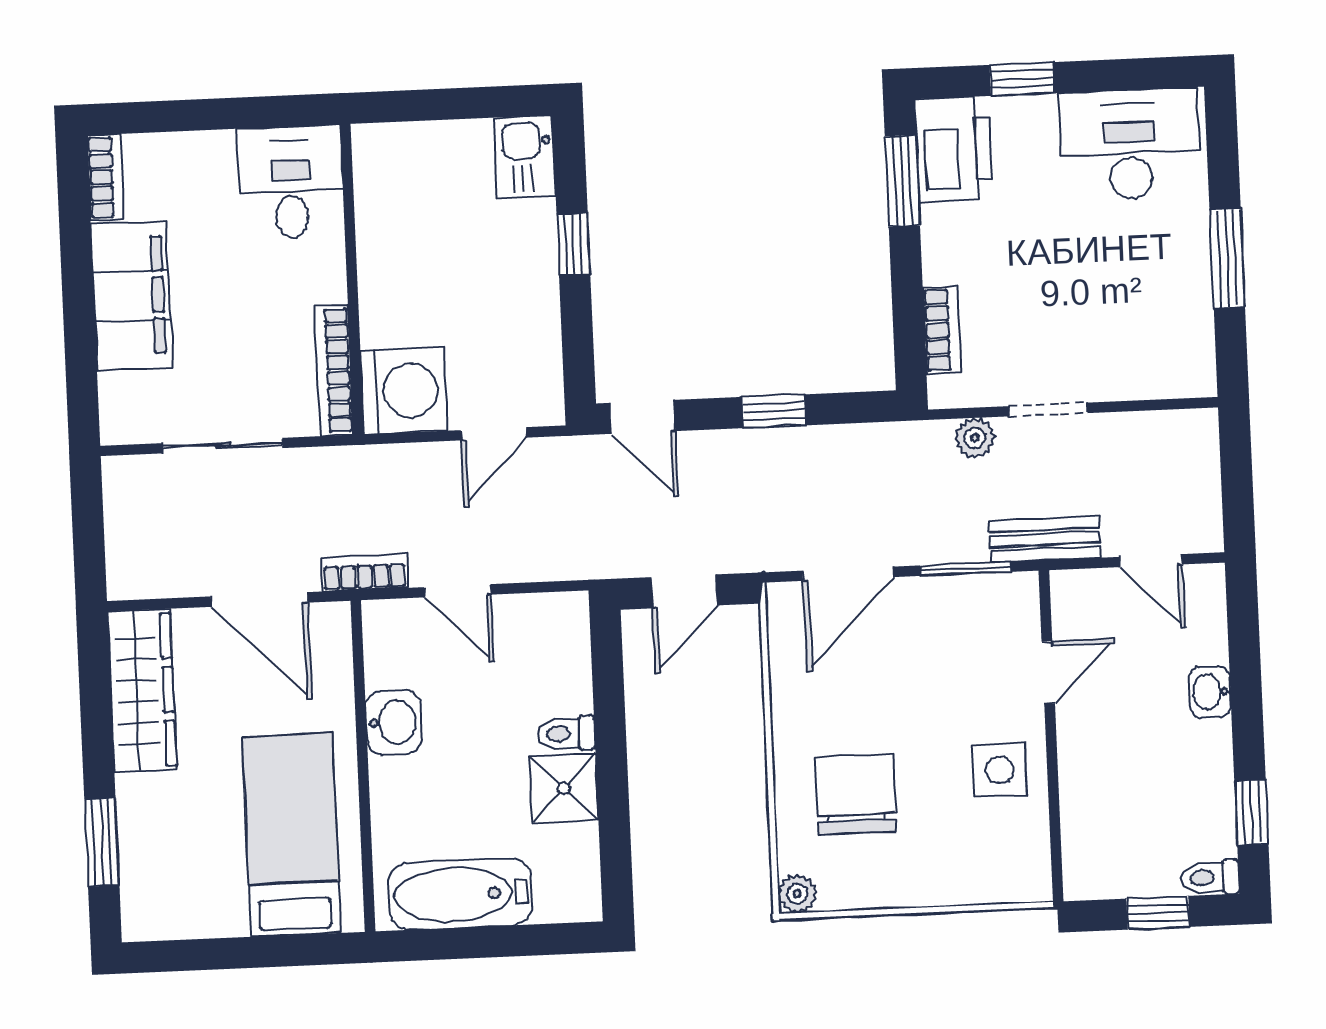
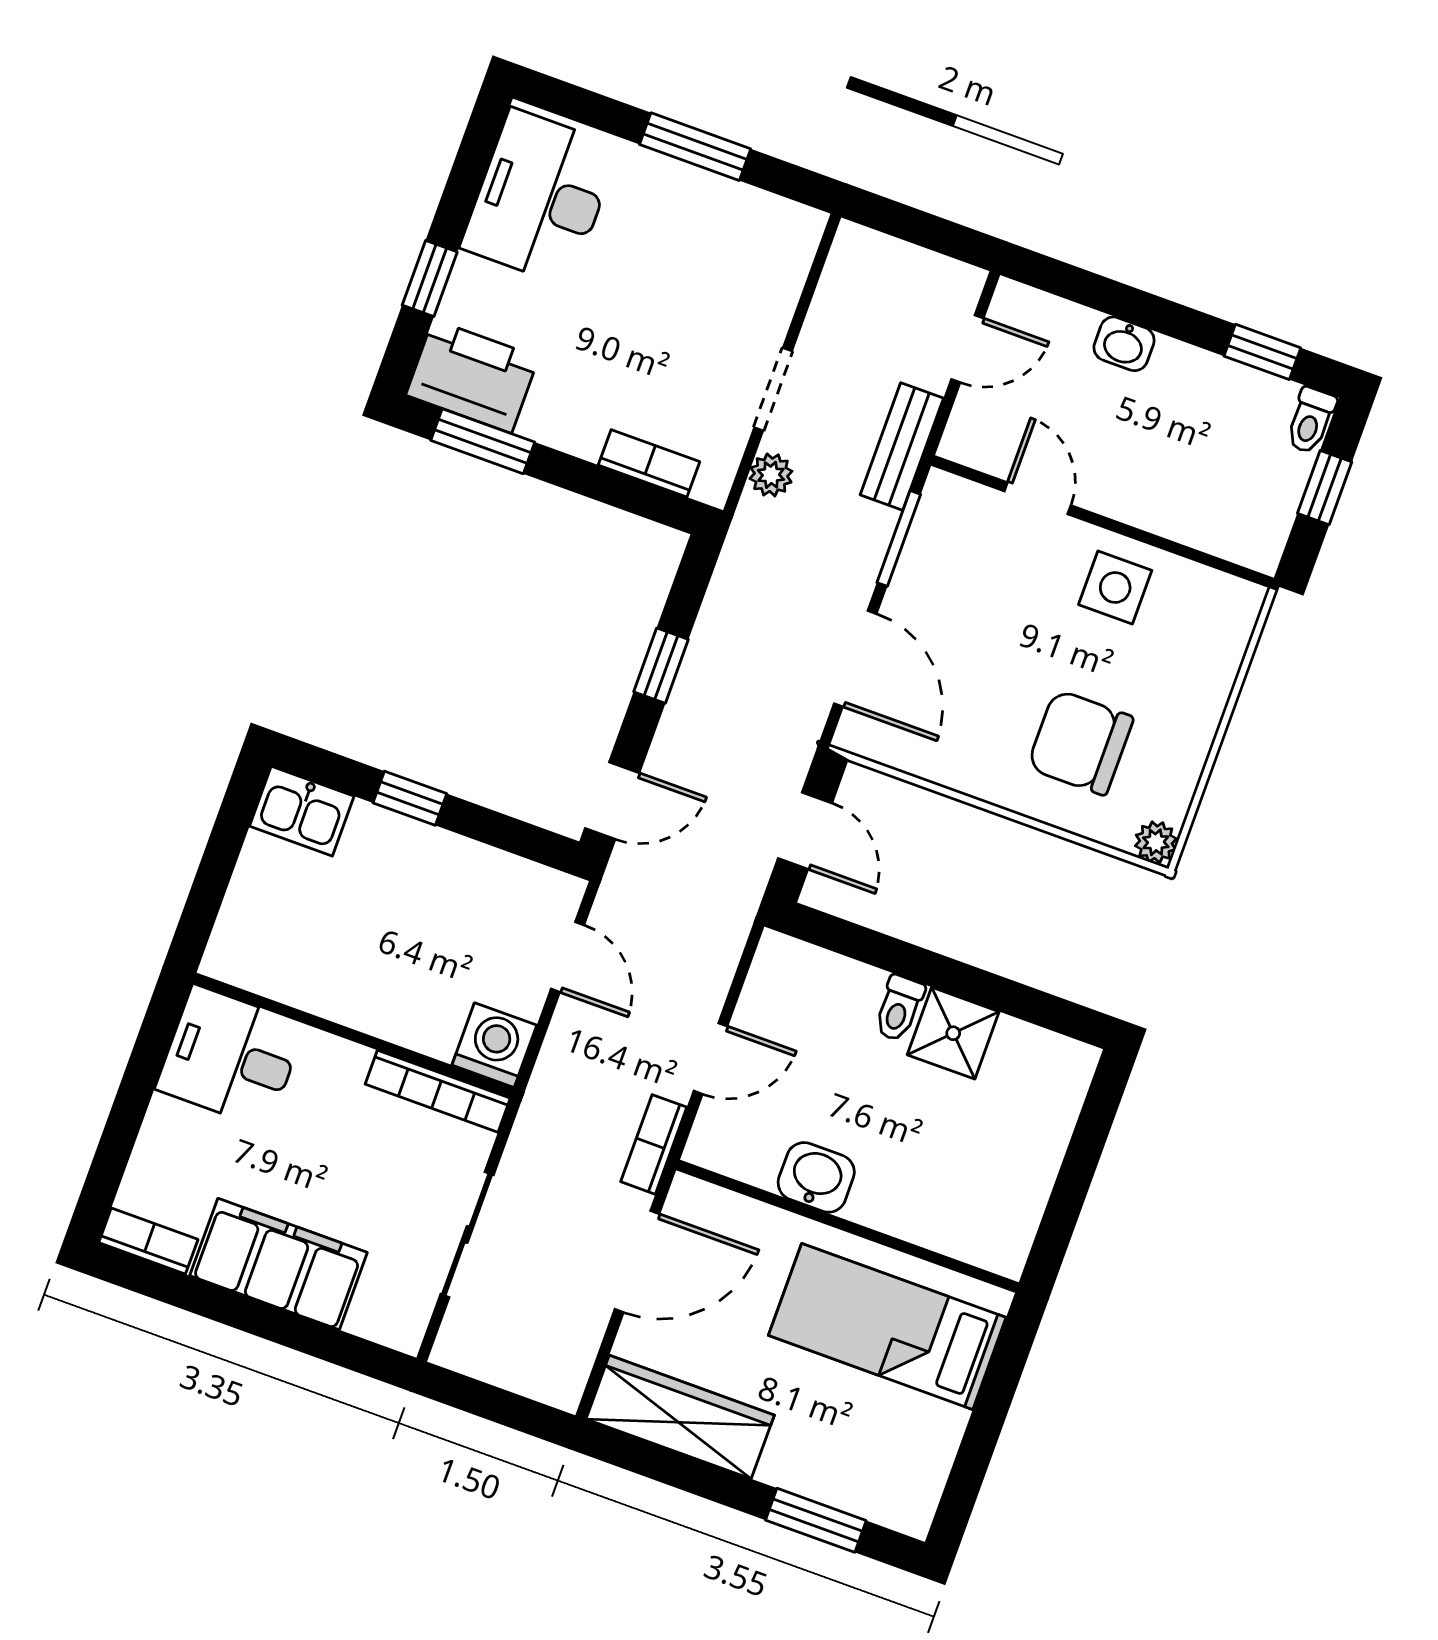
washing machine: (404, 391) -> (494, 1045), width x0.73, depth x0.73
bathtub: (460, 894) -> (1017, 1182), removed

